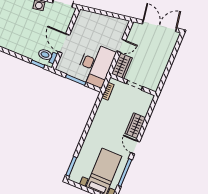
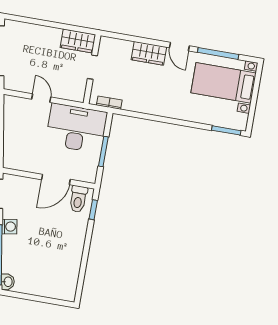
wardrobe: (122, 66) -> (78, 41), moved, turned 180
door: (135, 147) -> (179, 47), hinge flipped

